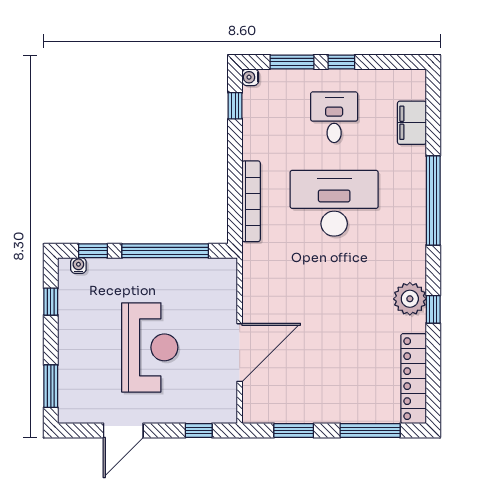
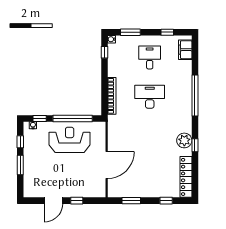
window: (341, 62) -> (167, 32), moved
filing cabinet: (412, 123) -> (185, 50), moved
desk: (334, 203) -> (150, 97), width x0.73, depth x0.77
reception desk: (150, 347) -> (70, 140), moved, turned -90
window: (51, 386) -> (20, 165), moved
window: (199, 431) -> (77, 201), moved
window: (370, 431) -> (166, 201), width x0.46

